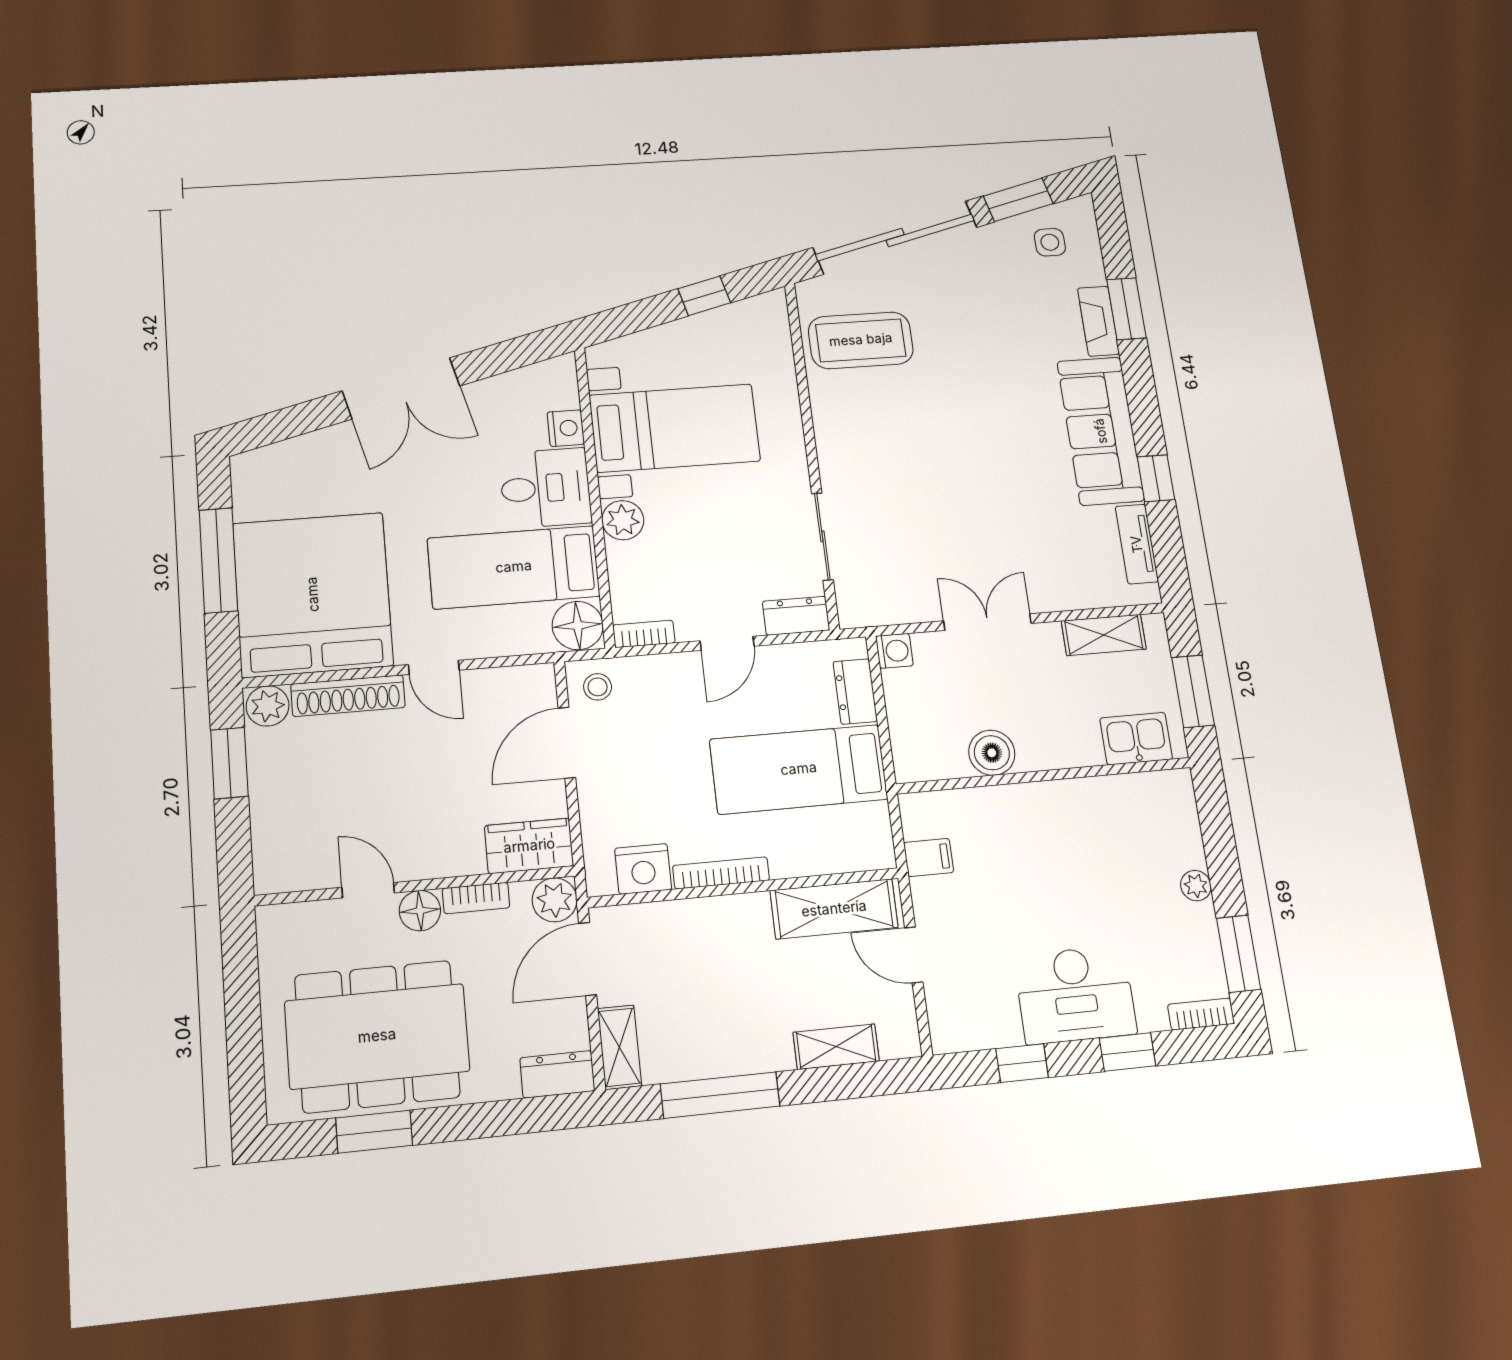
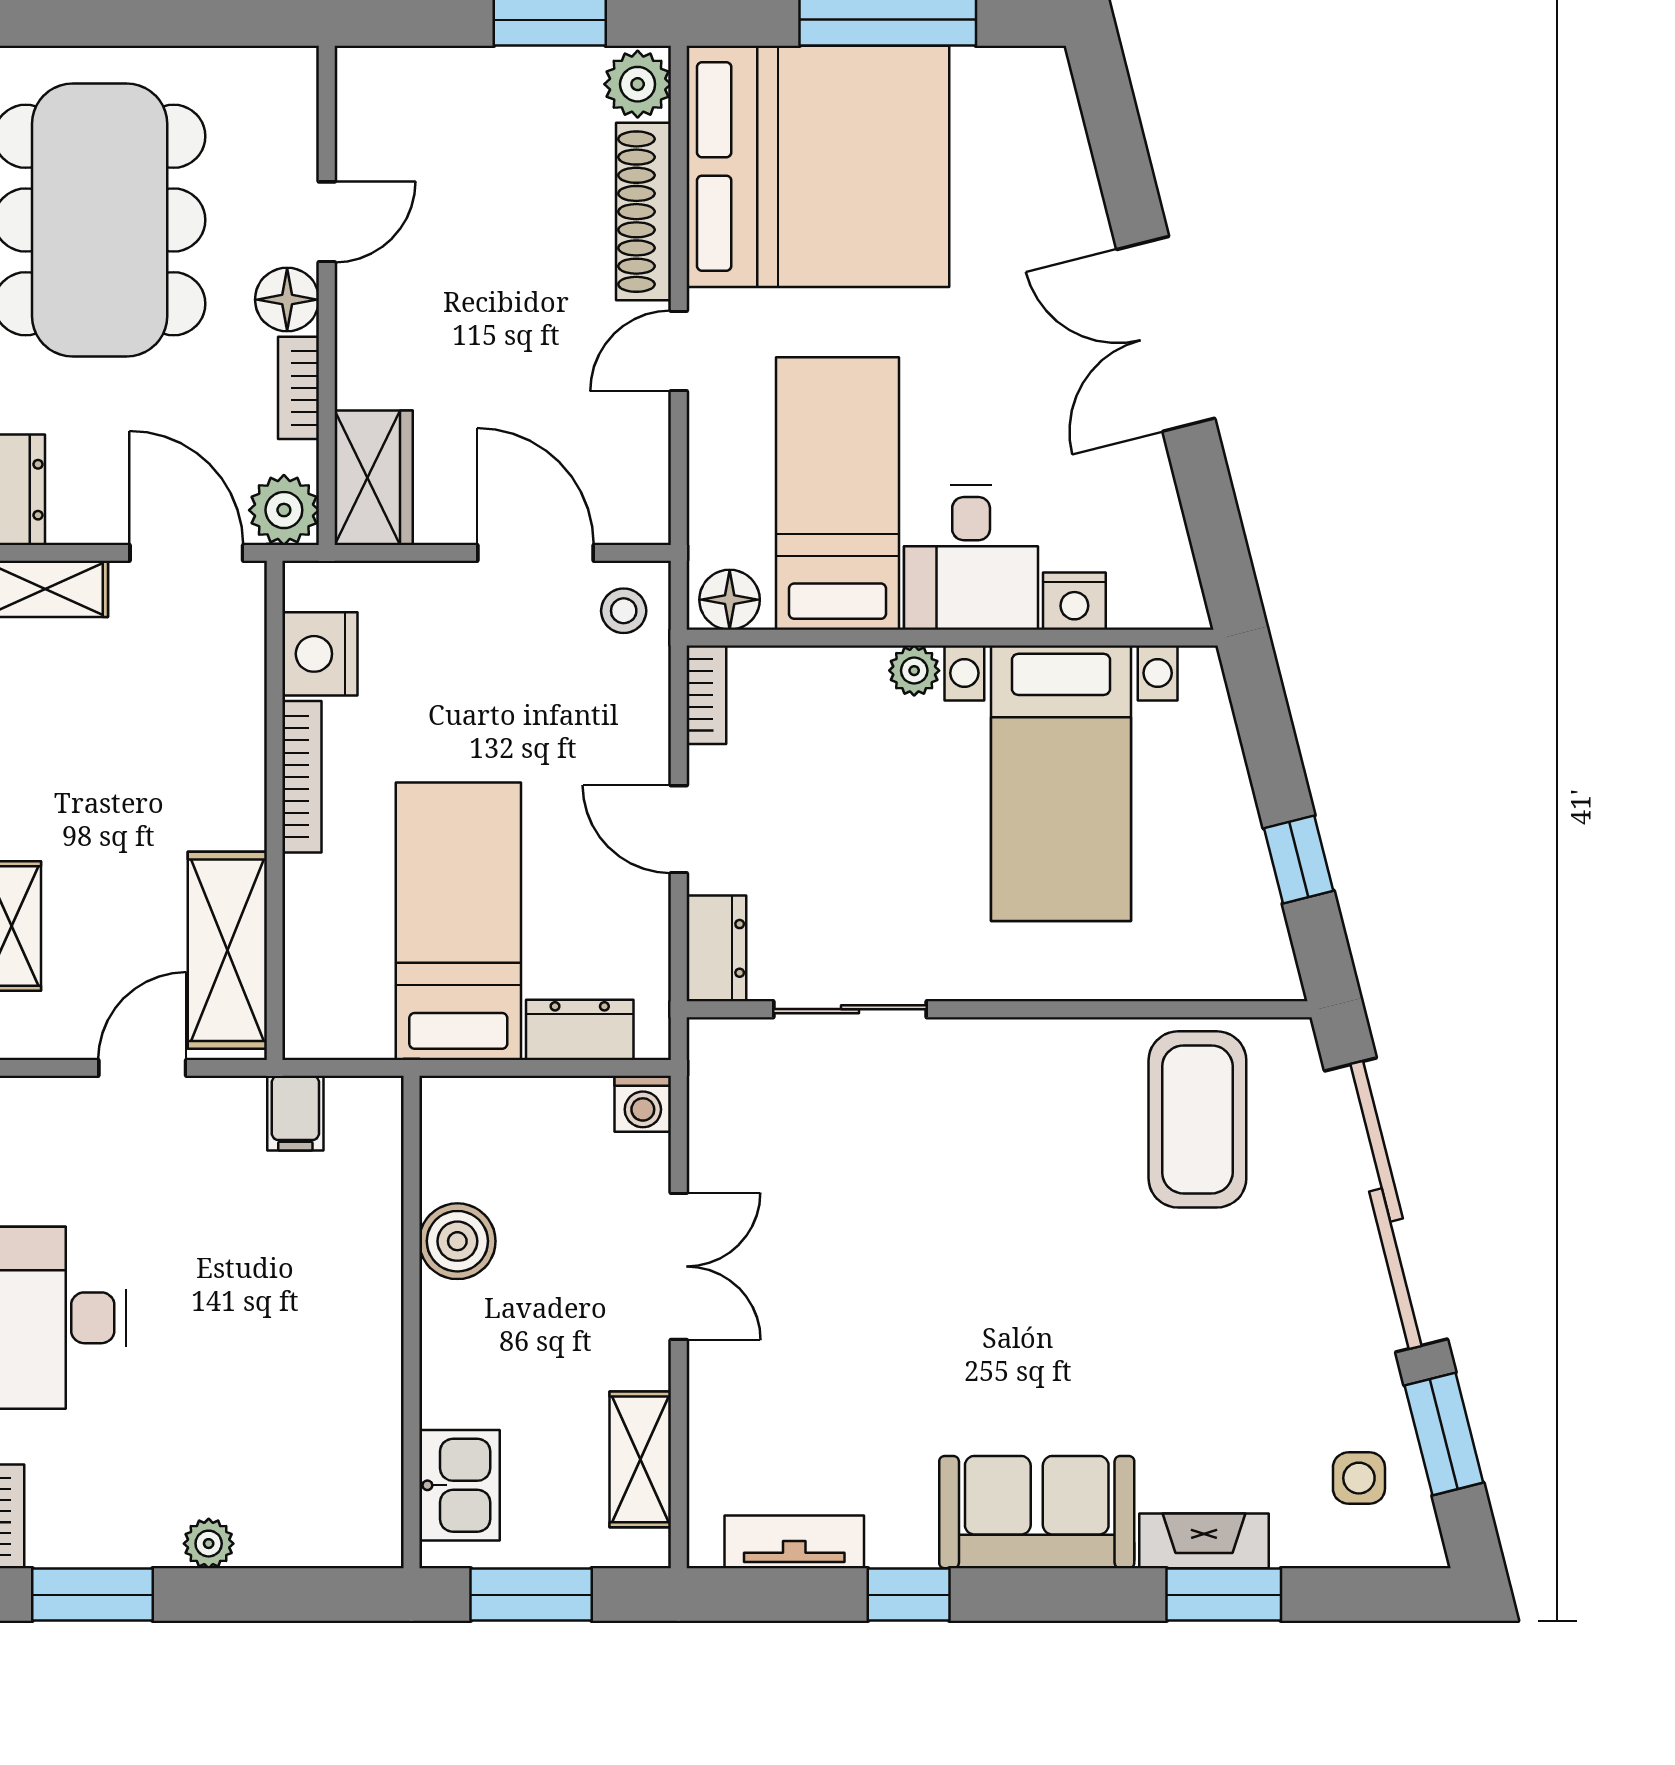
sofa: (1101, 431) -> (1037, 1512), width x0.73
plant: (623, 520) -> (914, 671), width x0.73, depth x0.73
floor lamp: (578, 626) -> (730, 600), width x0.73, depth x0.73

